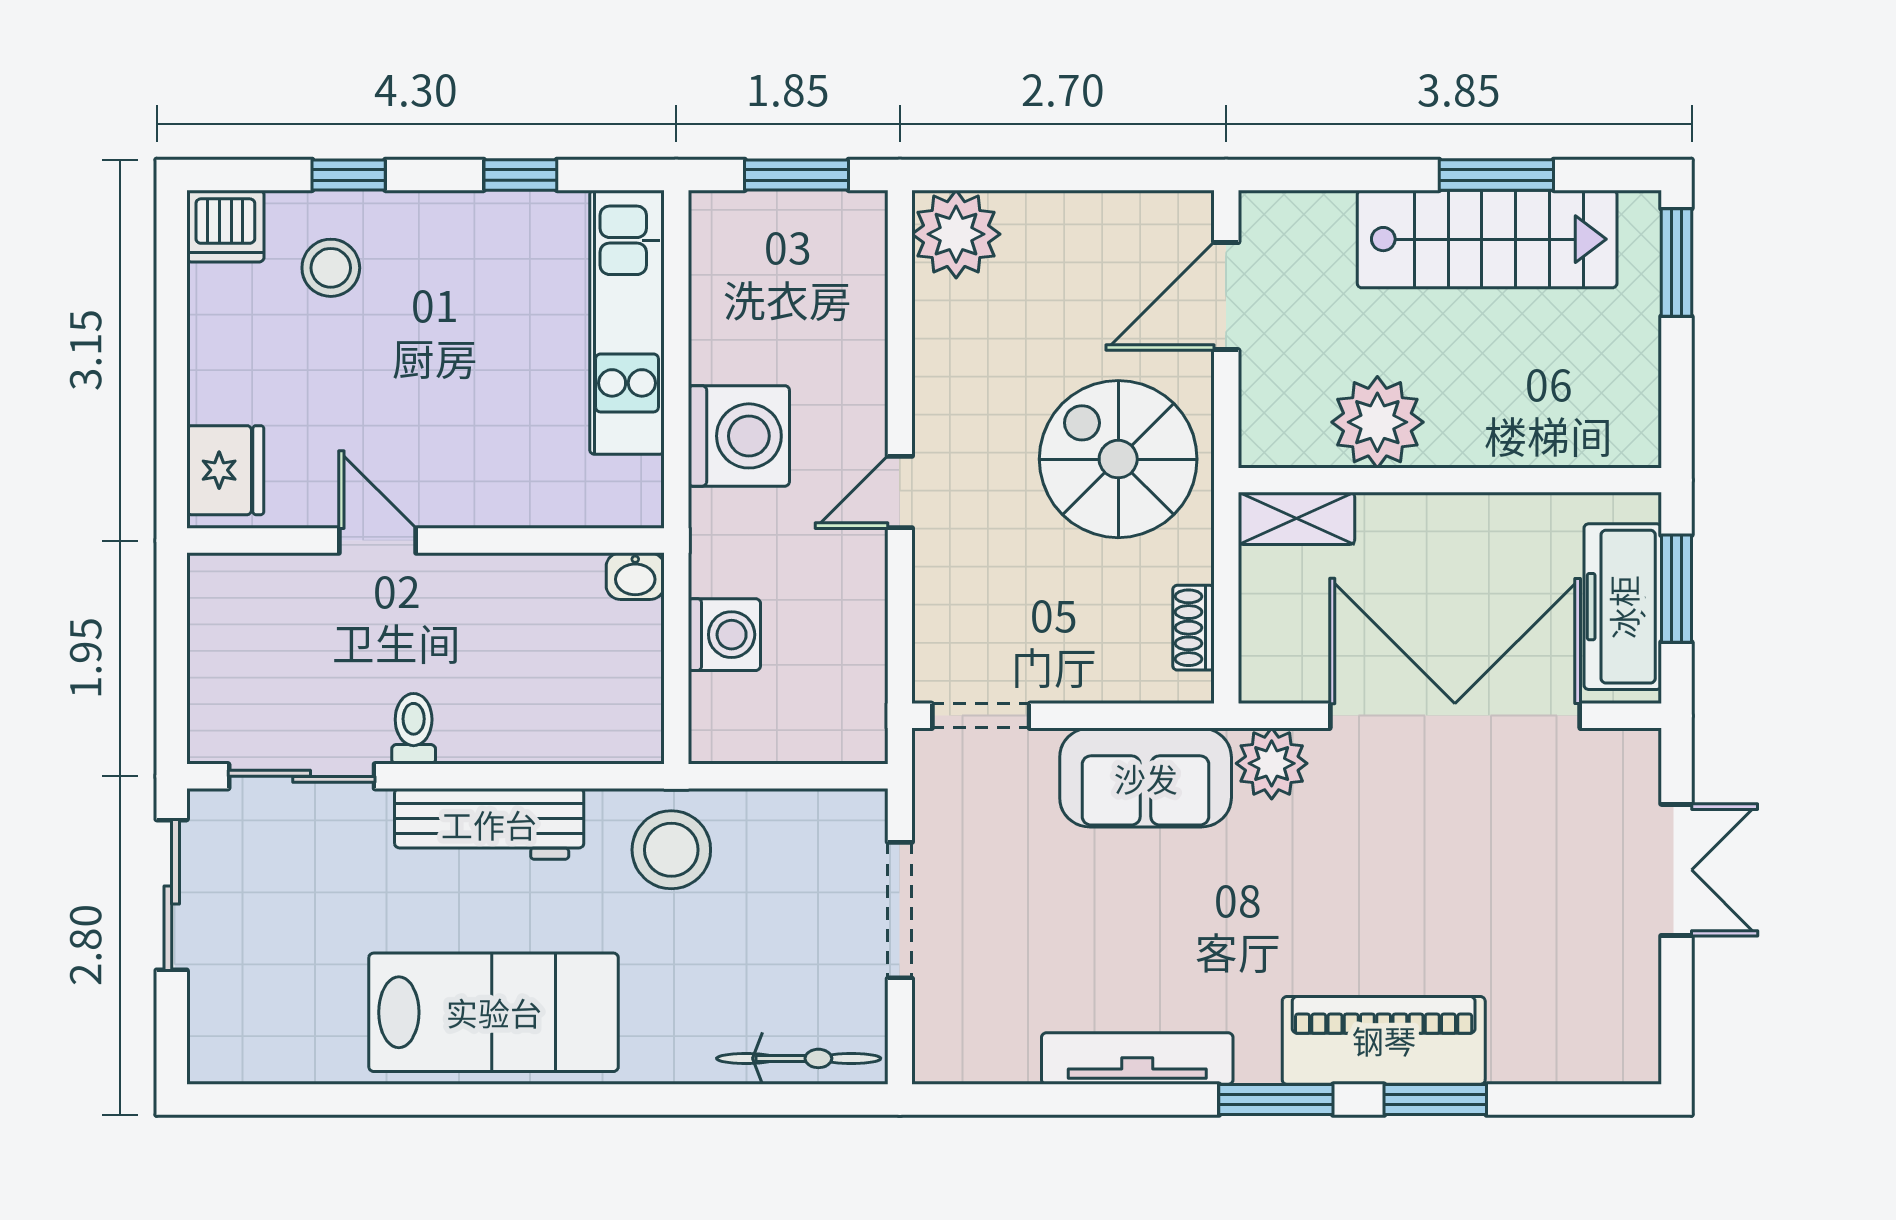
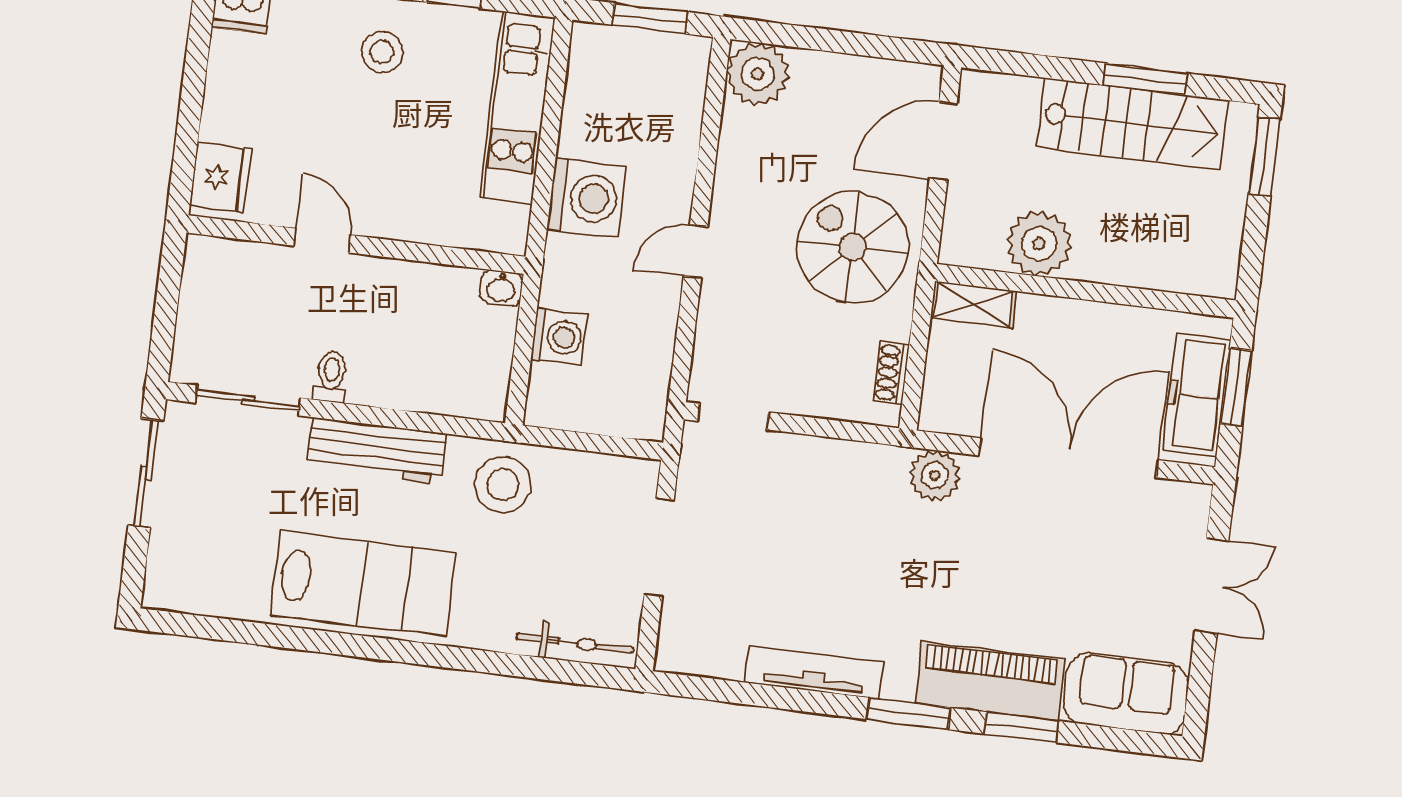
stool: (331, 268) -> (382, 52), moved
sofa: (1146, 778) -> (1126, 694), moved, turned 180

